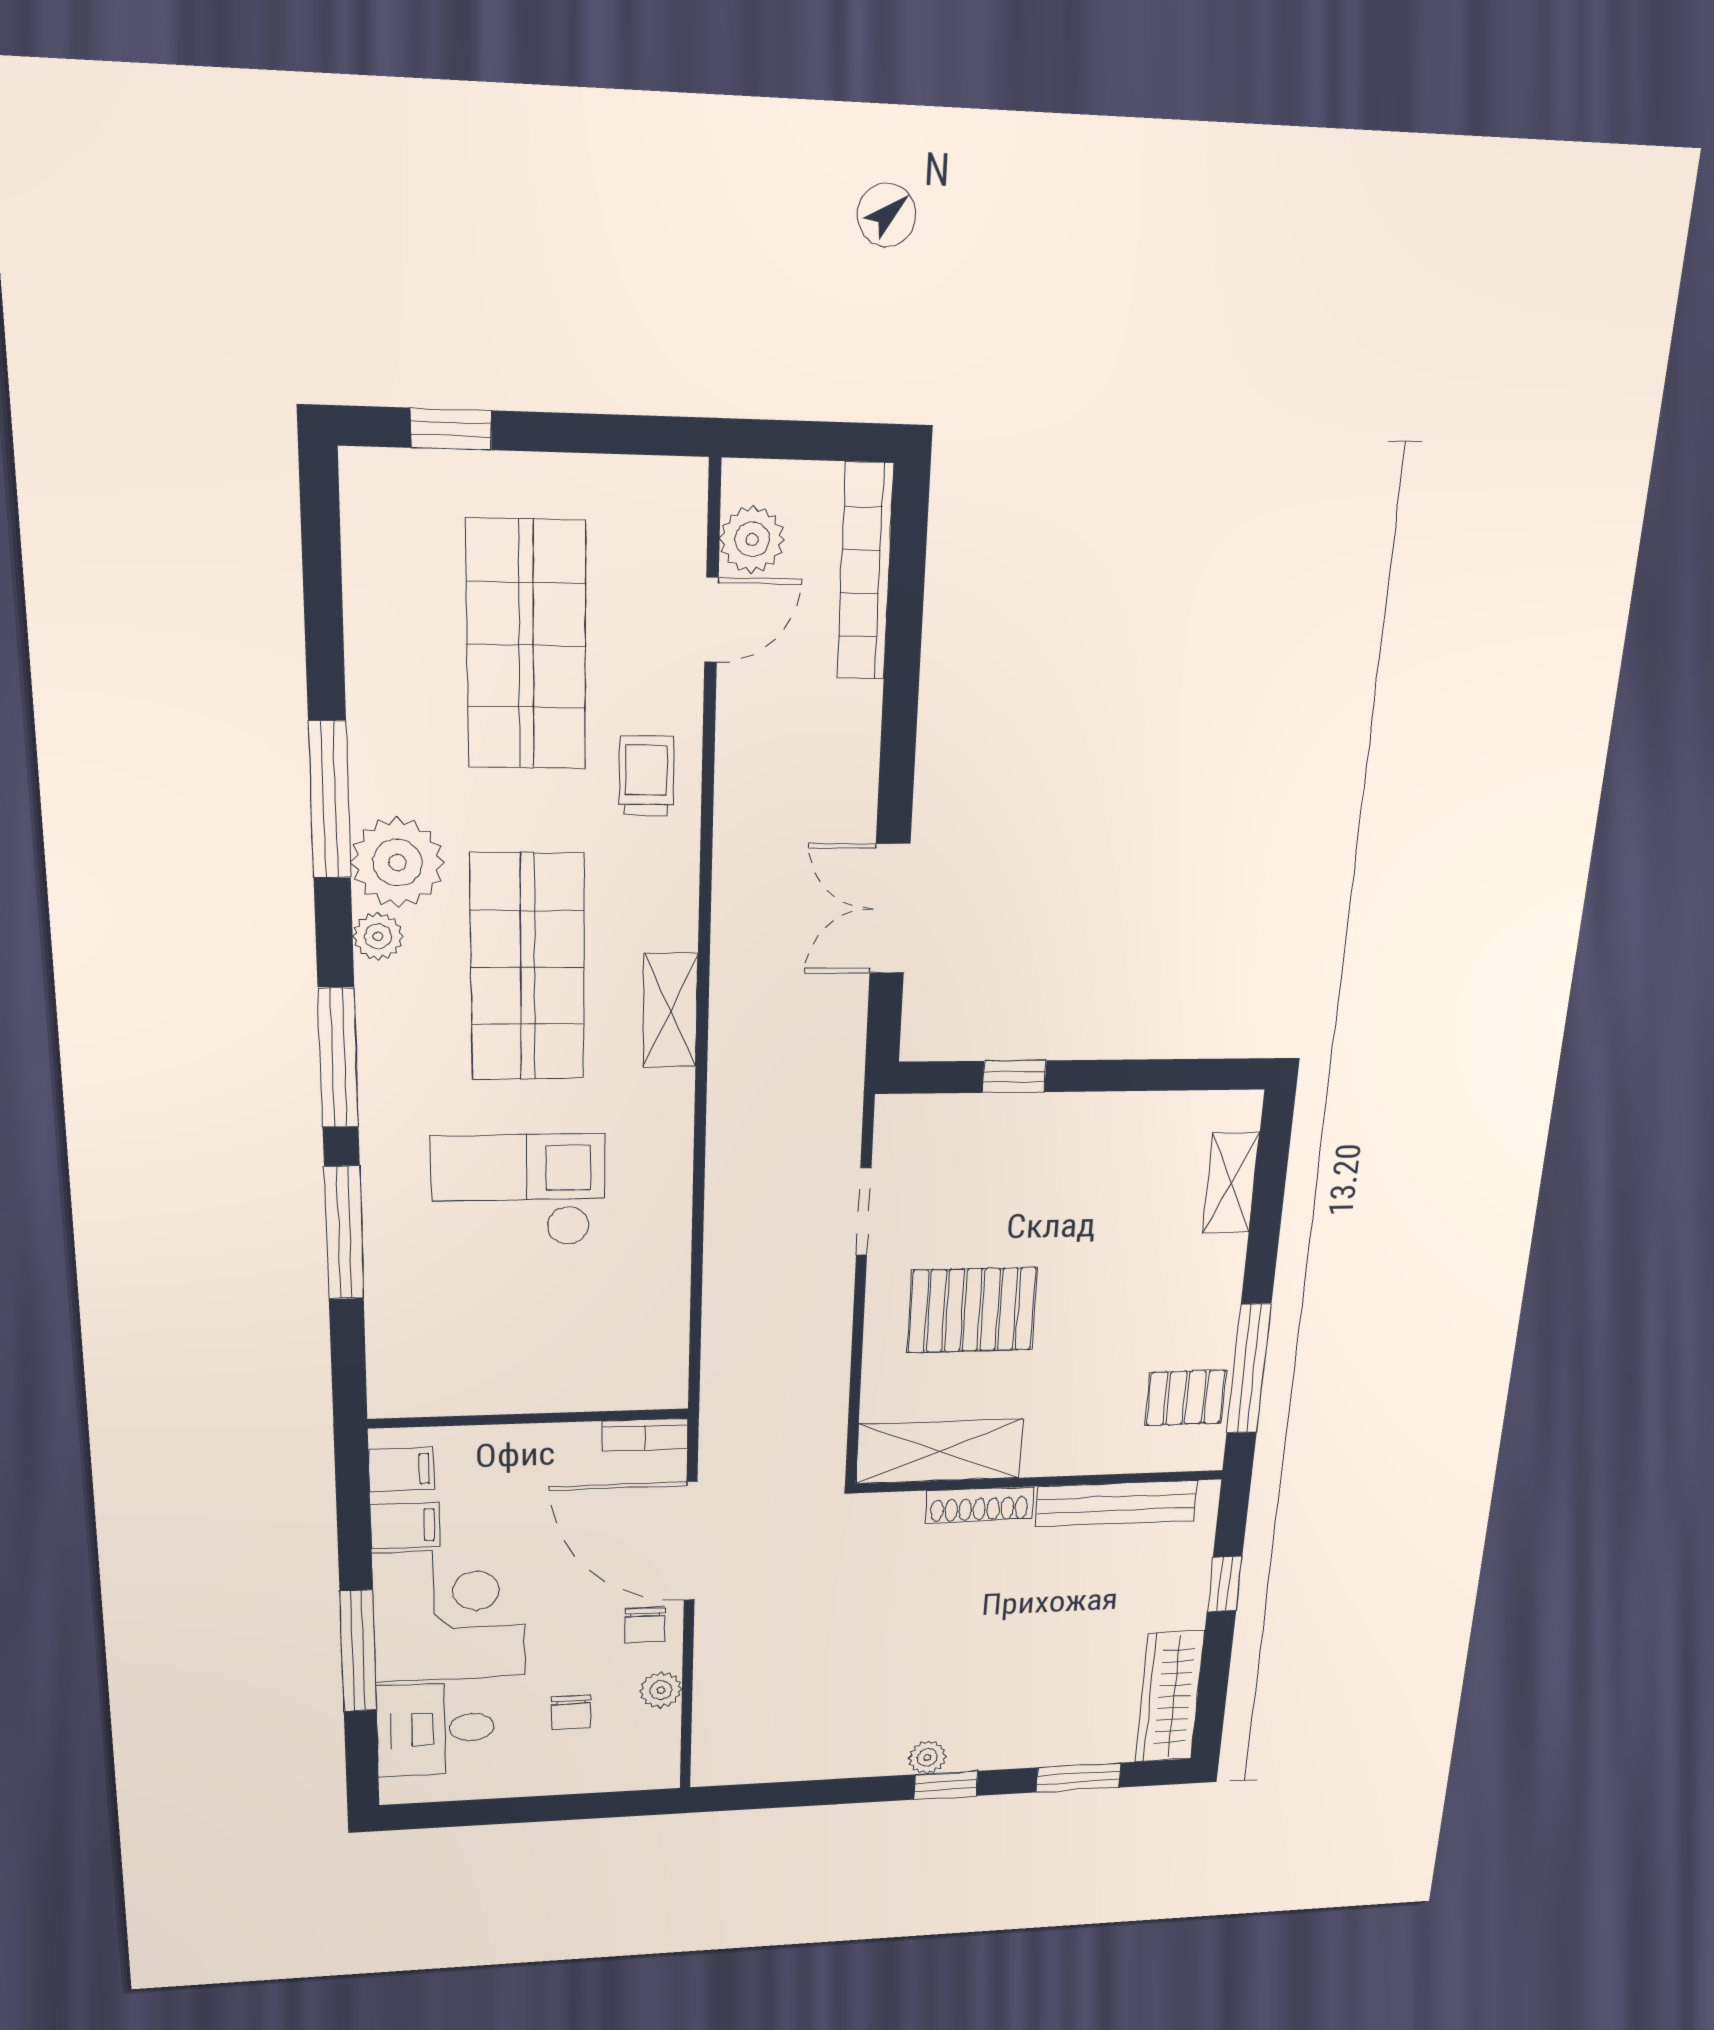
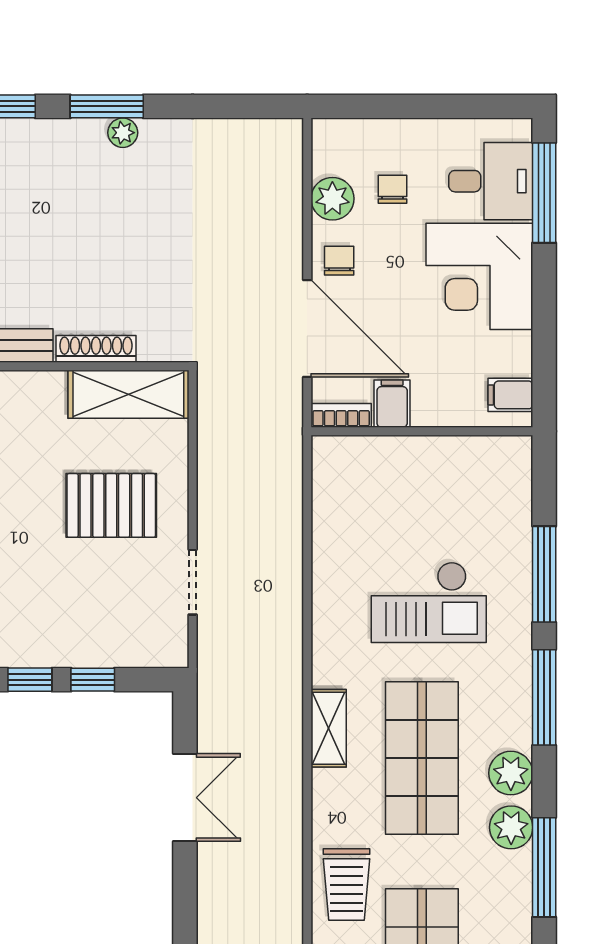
trolley: (646, 776) -> (346, 884), width x1.36, depth x1.39
plant: (398, 862) -> (511, 827), width x0.73, depth x0.73
plant: (378, 936) -> (511, 773), width x1.38, depth x1.38
window: (1104, 1076) -> (30, 680), added
filing cabinet: (405, 1526) -> (392, 404), moved, turned 90
window: (358, 1651) -> (544, 193), moved
plant: (661, 1690) -> (332, 199), width x1.38, depth x1.38
window: (946, 1785) -> (107, 106), width x1.50

